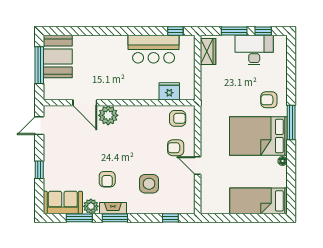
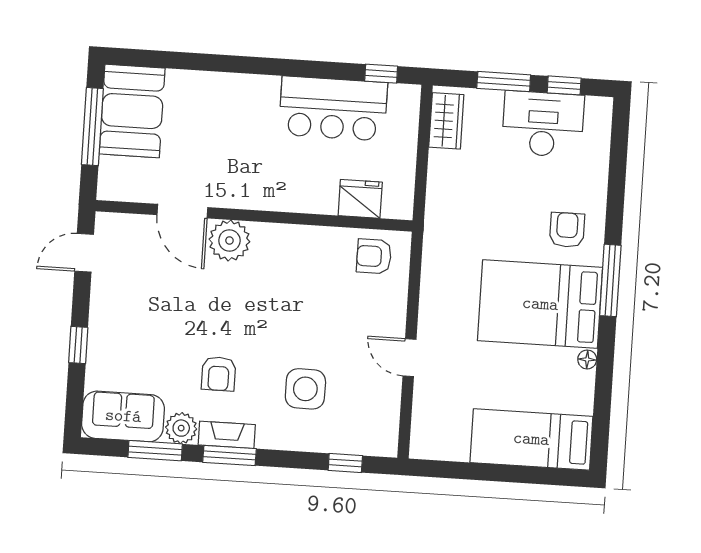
armchair: (269, 100) -> (567, 230), turned 90
armchair: (178, 118) -> (374, 256), turned 180
armchair: (176, 148) -> (366, 317), removed

